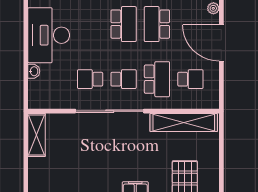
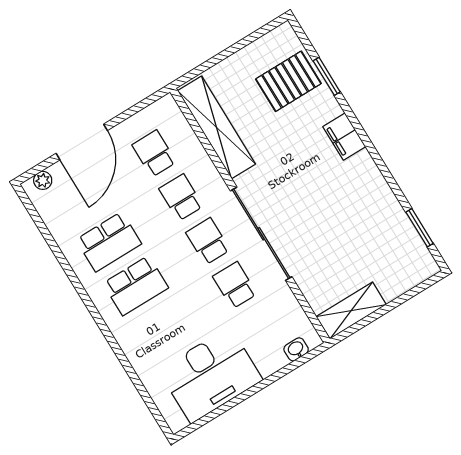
school desk: (124, 24) -> (136, 286), turned 180
washbasin: (34, 71) -> (296, 349), moved
school desk: (90, 79) -> (235, 285), turned 180
school desk: (157, 79) -> (181, 197), width x0.54

